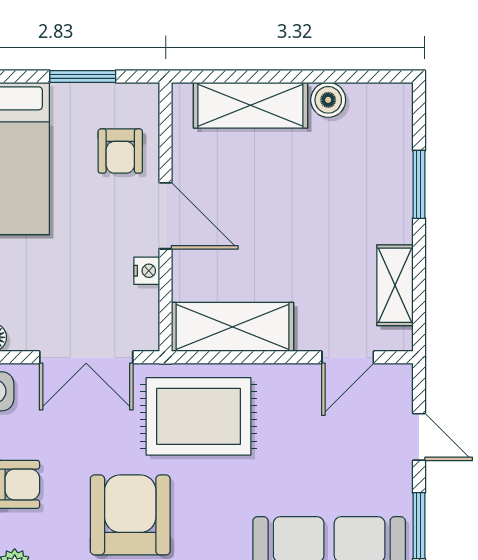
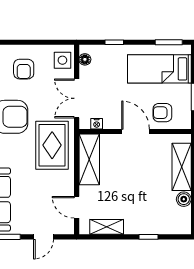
window: (419, 184) -> (149, 237), width x0.67
door: (165, 216) -> (136, 131), swing flipped
nightstand: (147, 271) -> (97, 124), moved

